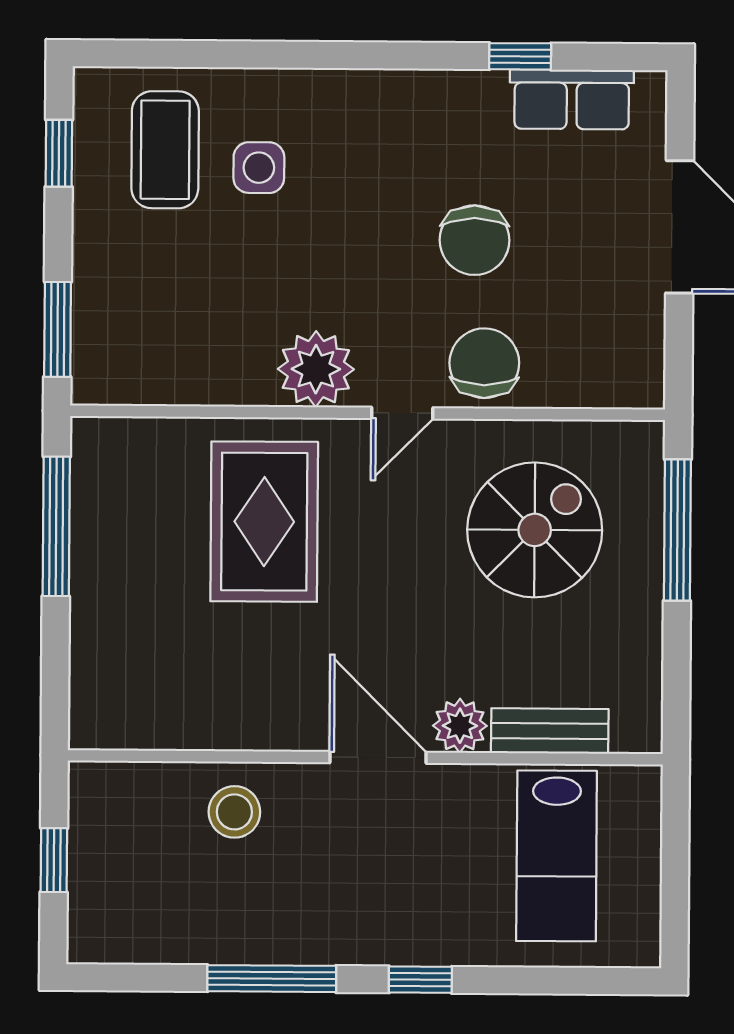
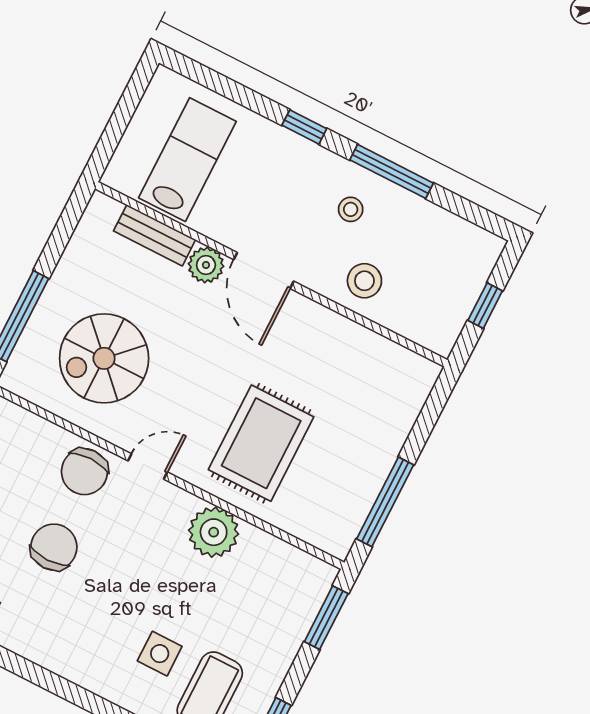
plant: (316, 369) -> (214, 532), moved
stool: (302, 899) -> (351, 209), added

